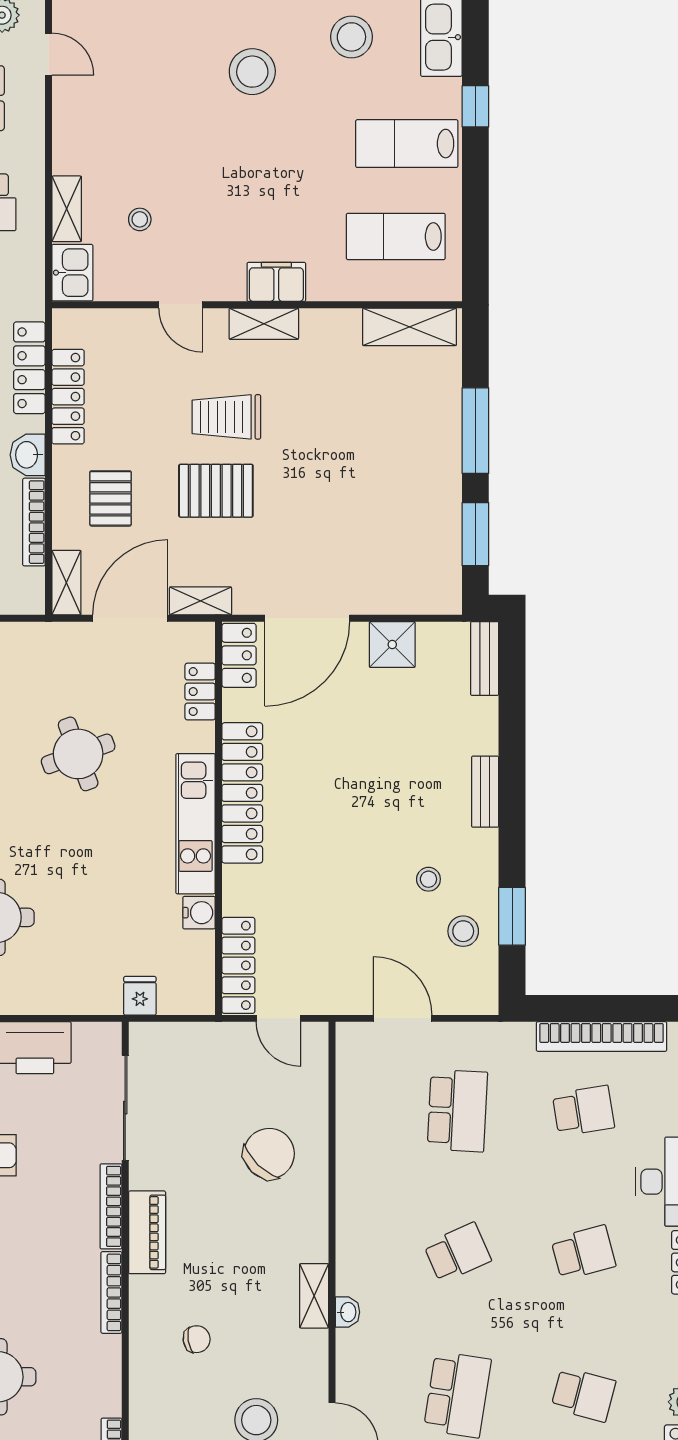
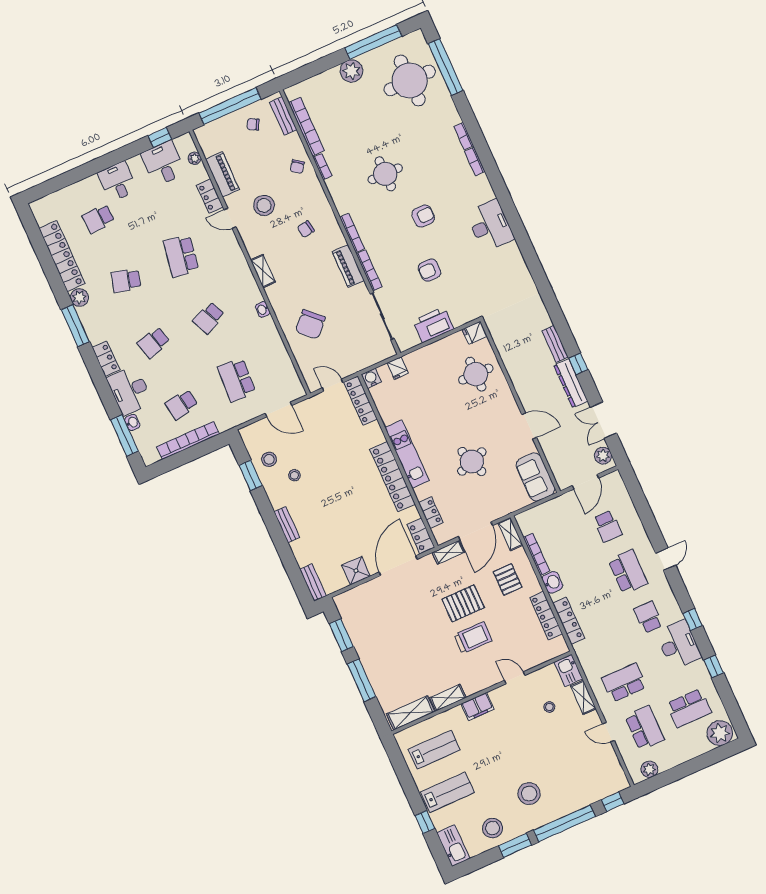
door: (48, 54) -> (608, 732), moved
shelving: (264, 324) -> (448, 698), moved
water cooler: (199, 913) -> (371, 378), moved, turned 90
washbasin: (348, 1312) -> (263, 309), moved

